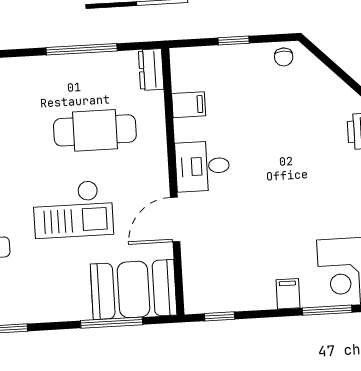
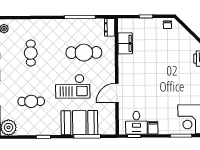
filing cabinet: (189, 105) -> (125, 43), width x2.00
desk: (202, 166) -> (136, 123), moved, turned -90
booth: (134, 289) -> (79, 123), moved
filing cabinet: (288, 294) -> (153, 128), moved

